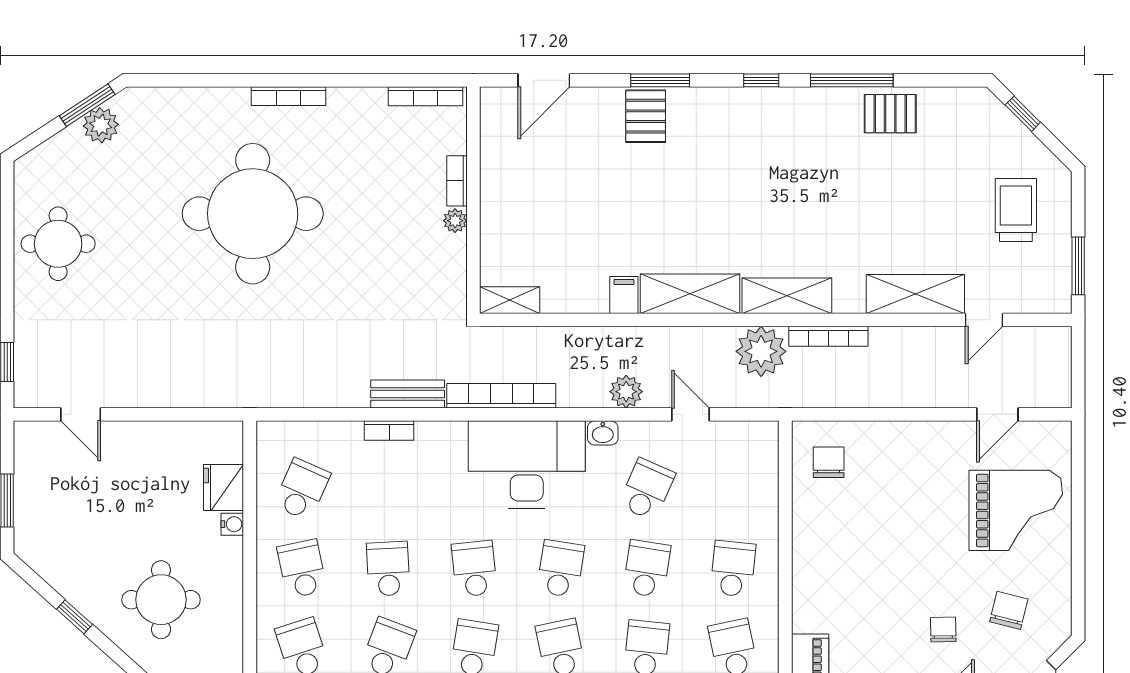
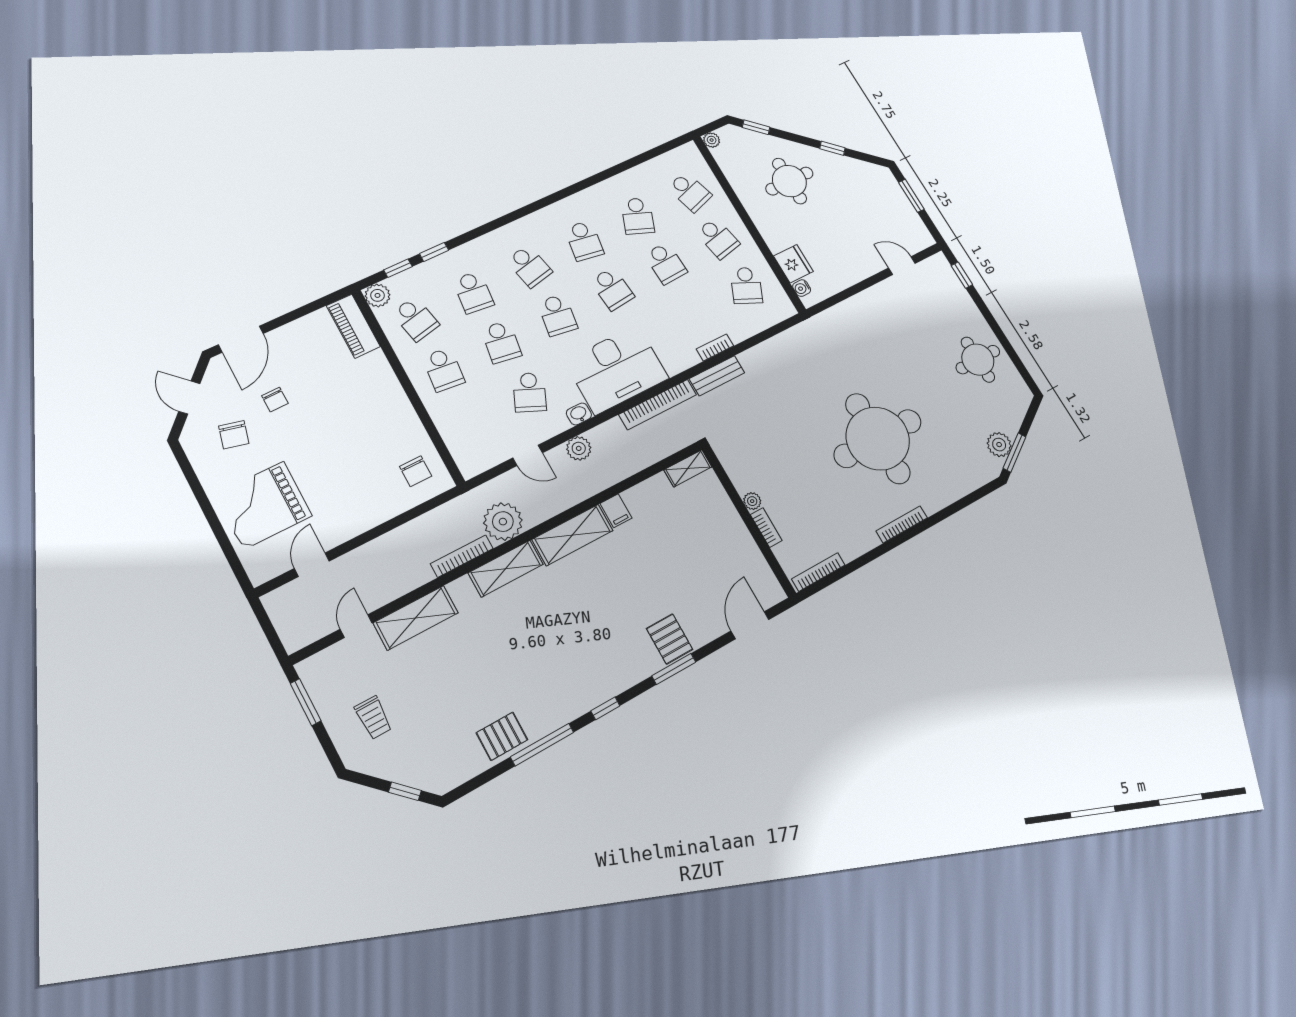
trolley: (1016, 210) -> (373, 718), width x0.73, depth x0.72
water cooler: (232, 524) -> (802, 288), moved

